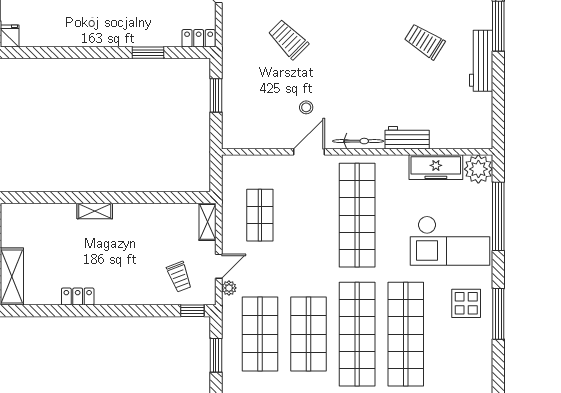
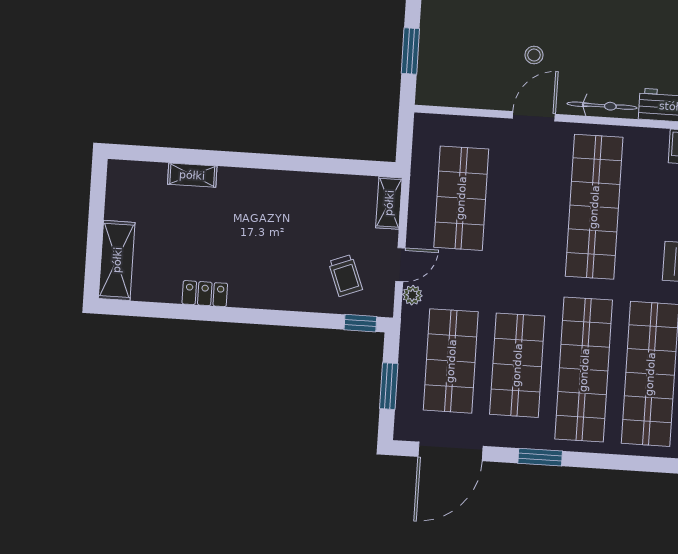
window: (216, 95) -> (410, 51), moved
shelving: (95, 211) -> (192, 175), moved
shop shelf: (260, 215) -> (461, 198), width x1.43, depth x1.36

